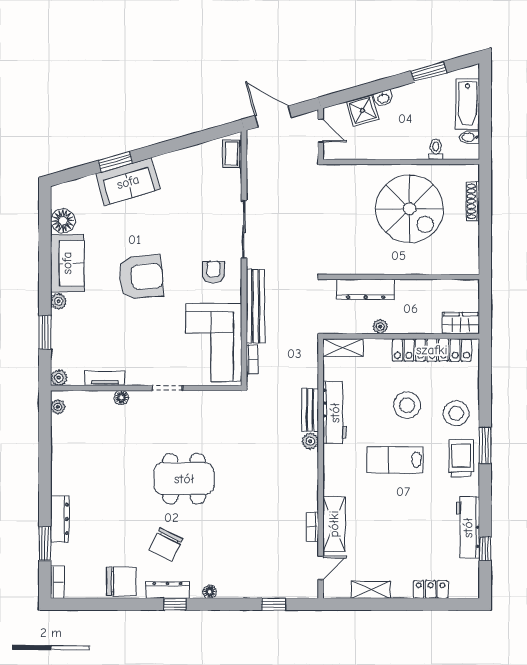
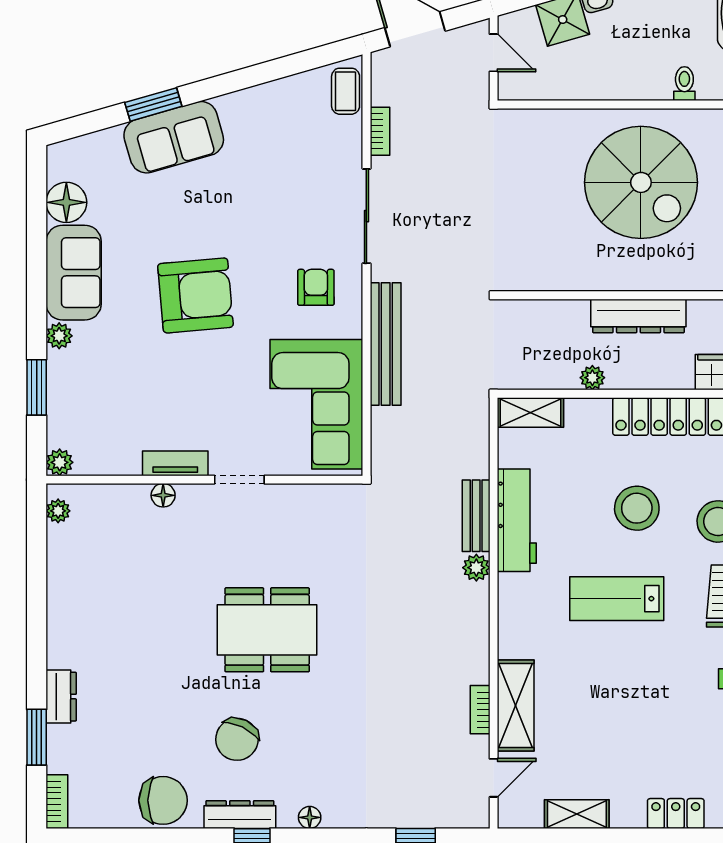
dresser: (366, 289) -> (638, 316), moved
bookcase: (252, 359) -> (380, 131), moved
tv unit: (105, 378) -> (175, 463), moved
dresser: (60, 519) -> (61, 697), width x0.70

